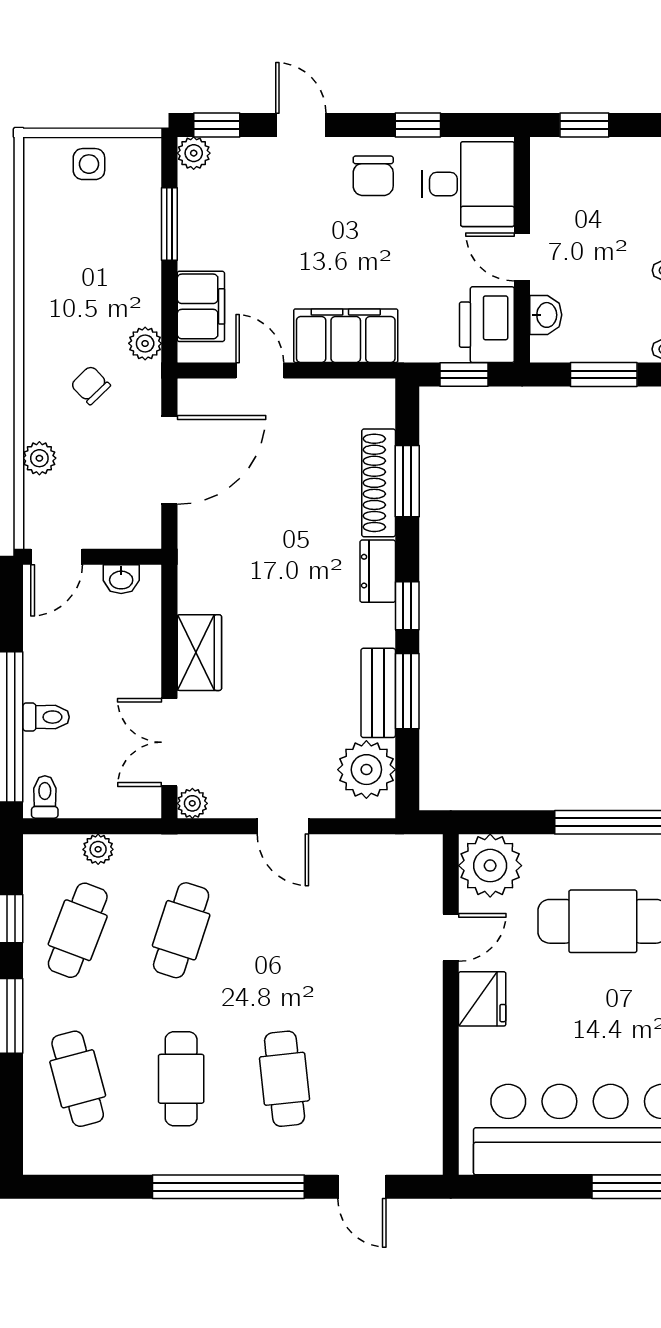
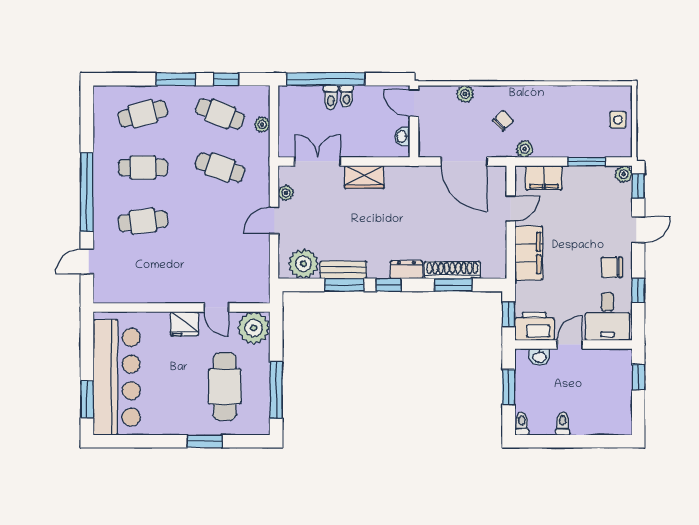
toilet: (45, 797) -> (347, 96), moved, turned 90
plant: (192, 803) -> (286, 193), moved

